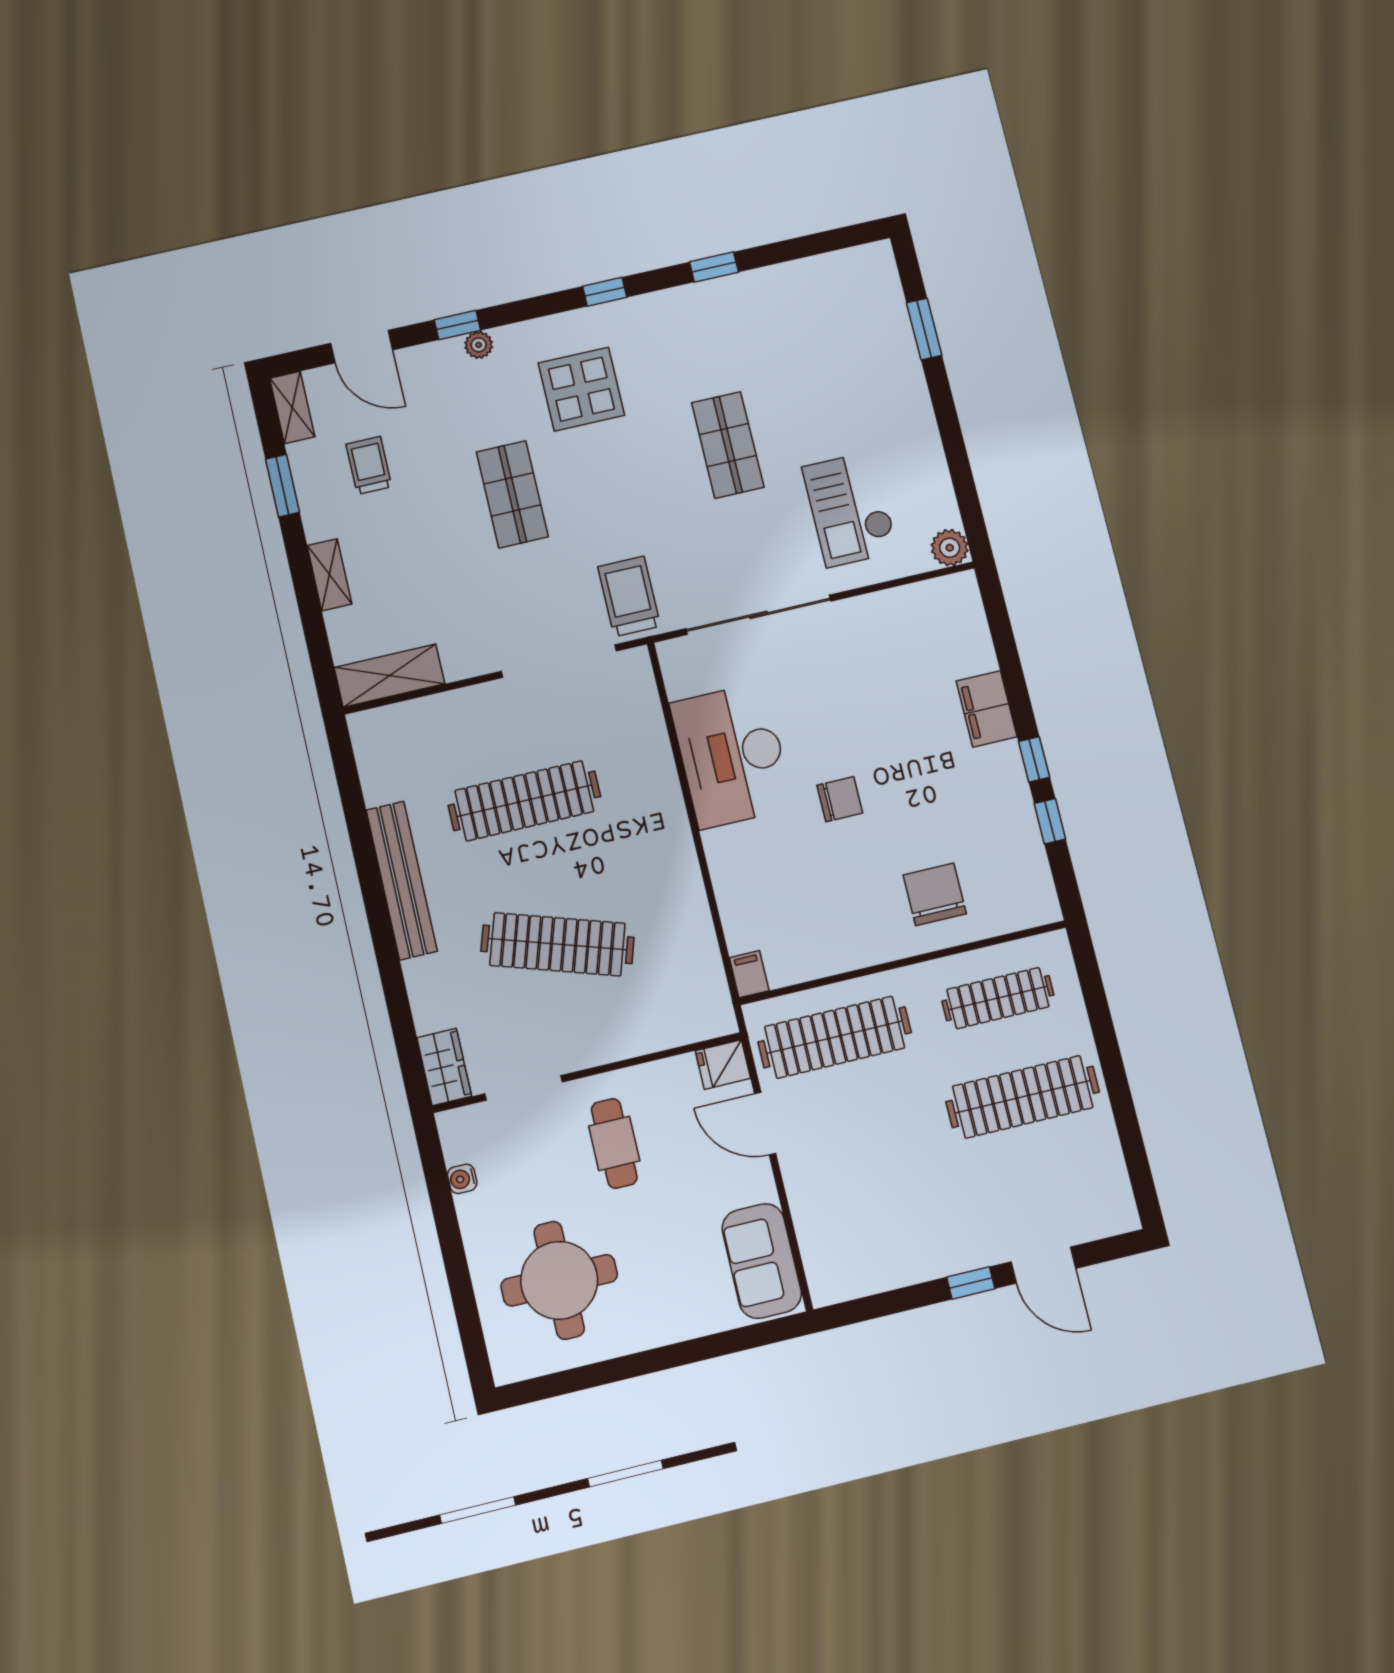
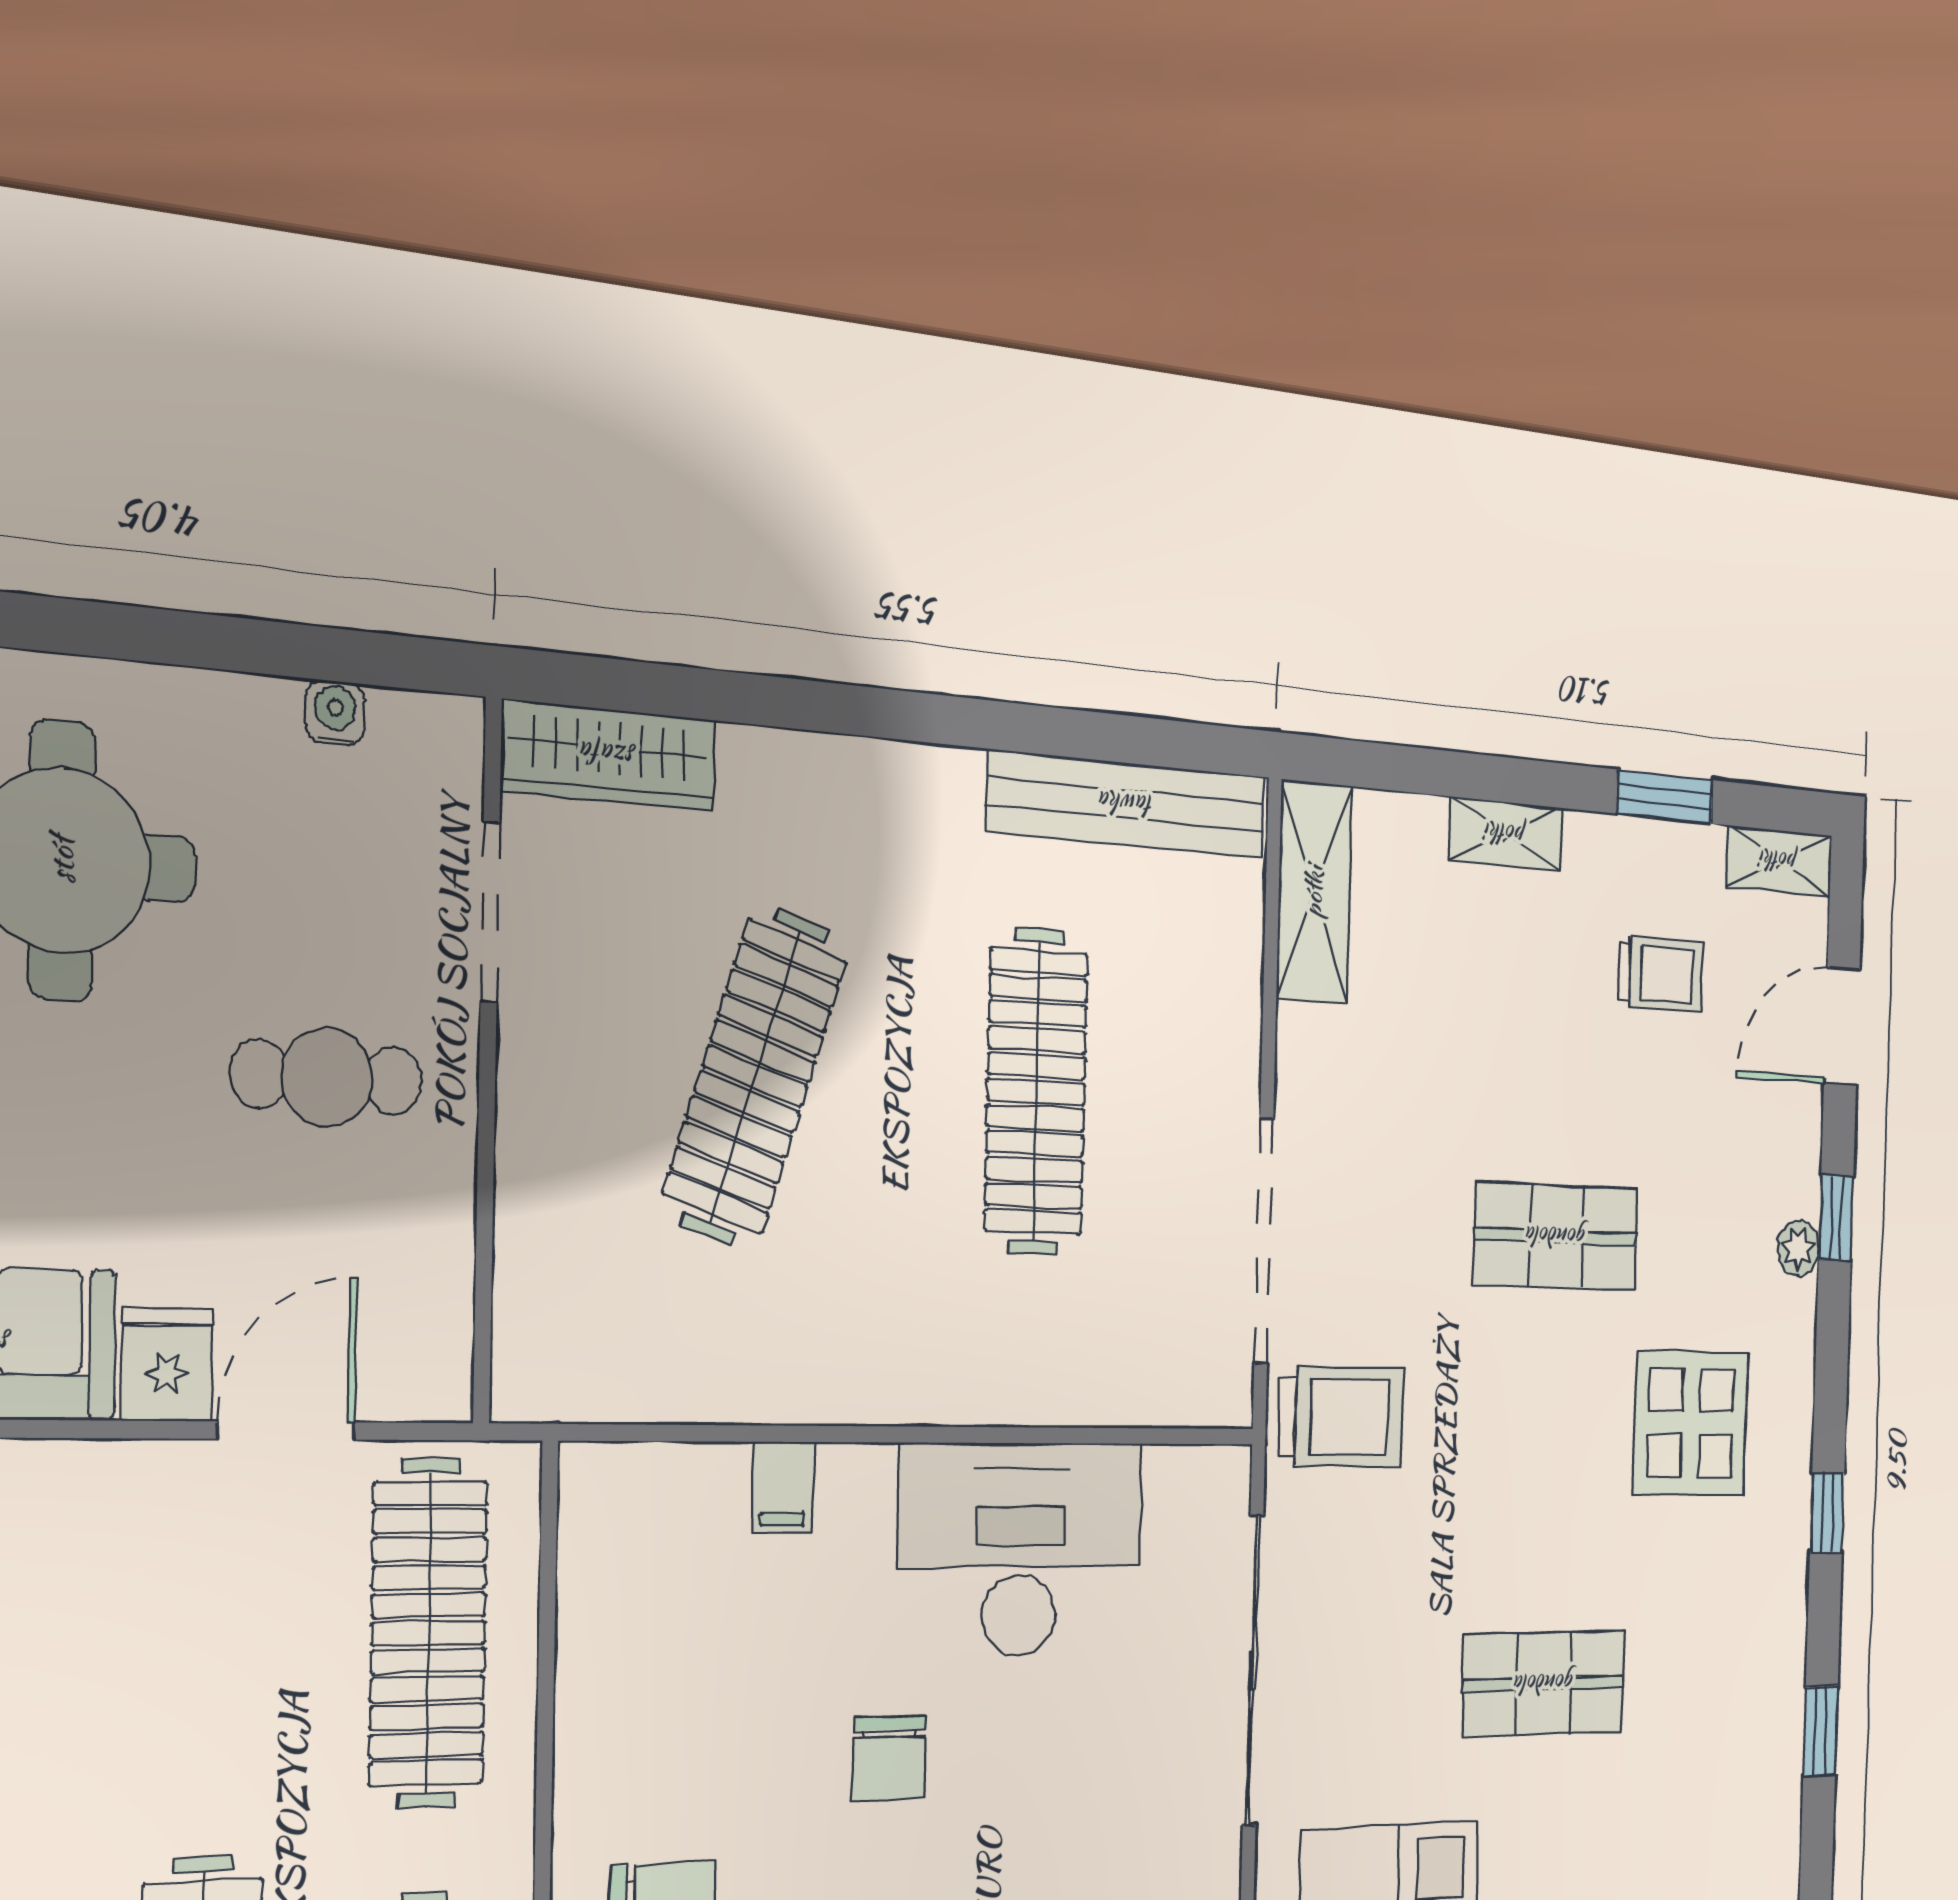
bench: (402, 880) -> (1127, 804), moved
filing cabinet: (749, 974) -> (783, 1487), moved, turned 90
fridge: (723, 1064) -> (167, 1364), moved
wardrobe: (444, 1067) -> (609, 755), width x1.50

